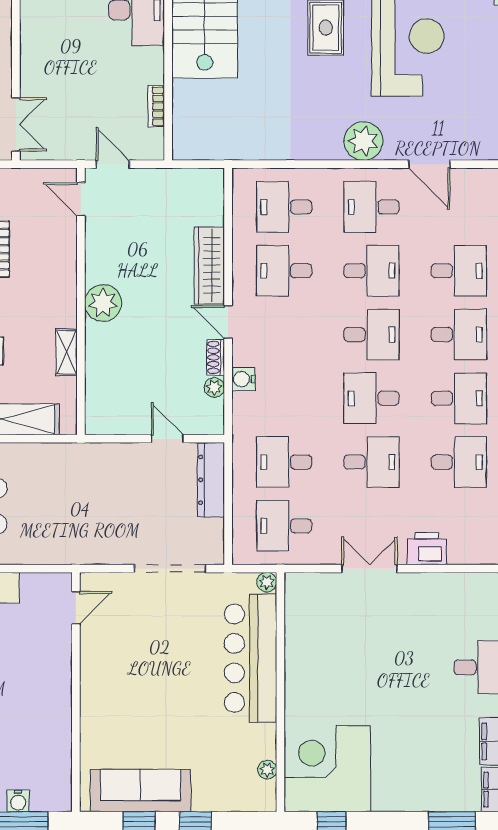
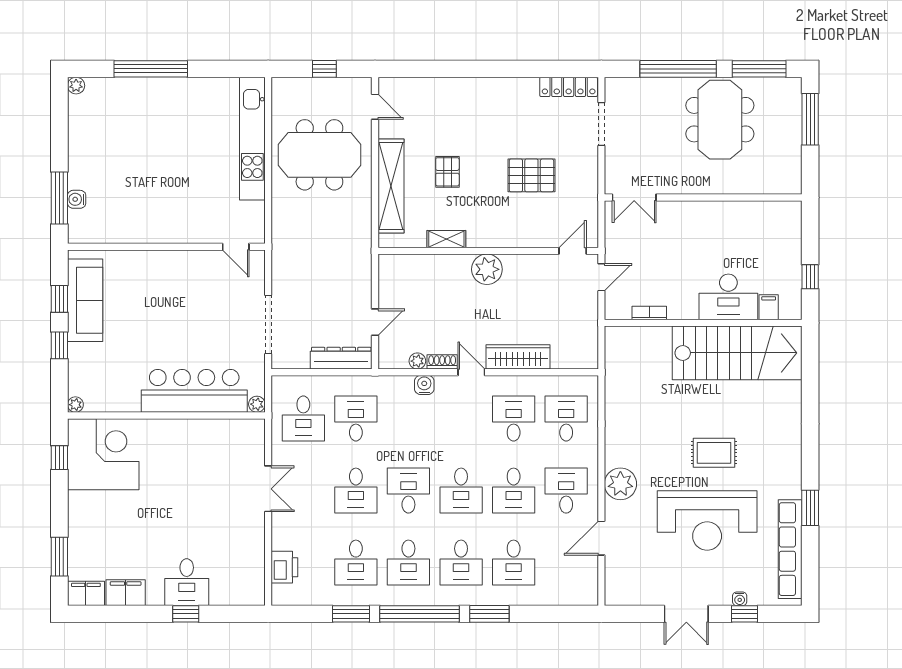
door: (228, 322) -> (471, 372), hinge flipped
desk: (284, 526) -> (303, 419), turned 180
printer: (427, 549) -> (284, 567), moved
plant: (267, 770) -> (75, 405), moved

